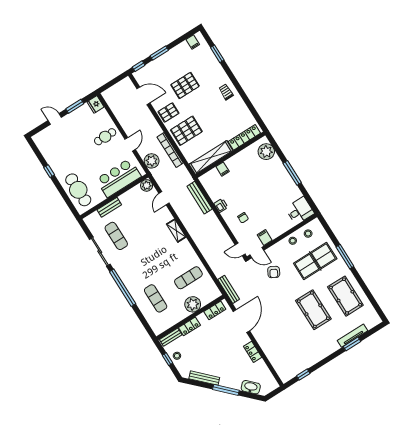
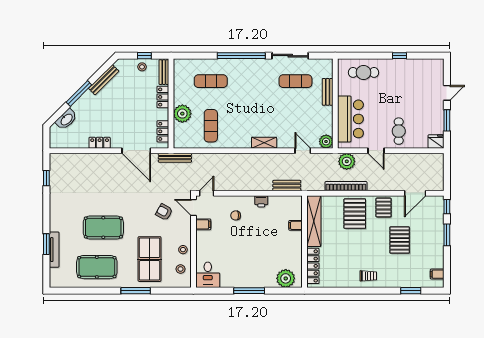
cafe table: (78, 190) -> (363, 72), width x0.73, depth x0.74
bench: (200, 198) -> (287, 186), width x0.73
door: (257, 253) -> (193, 207), hinge flipped

